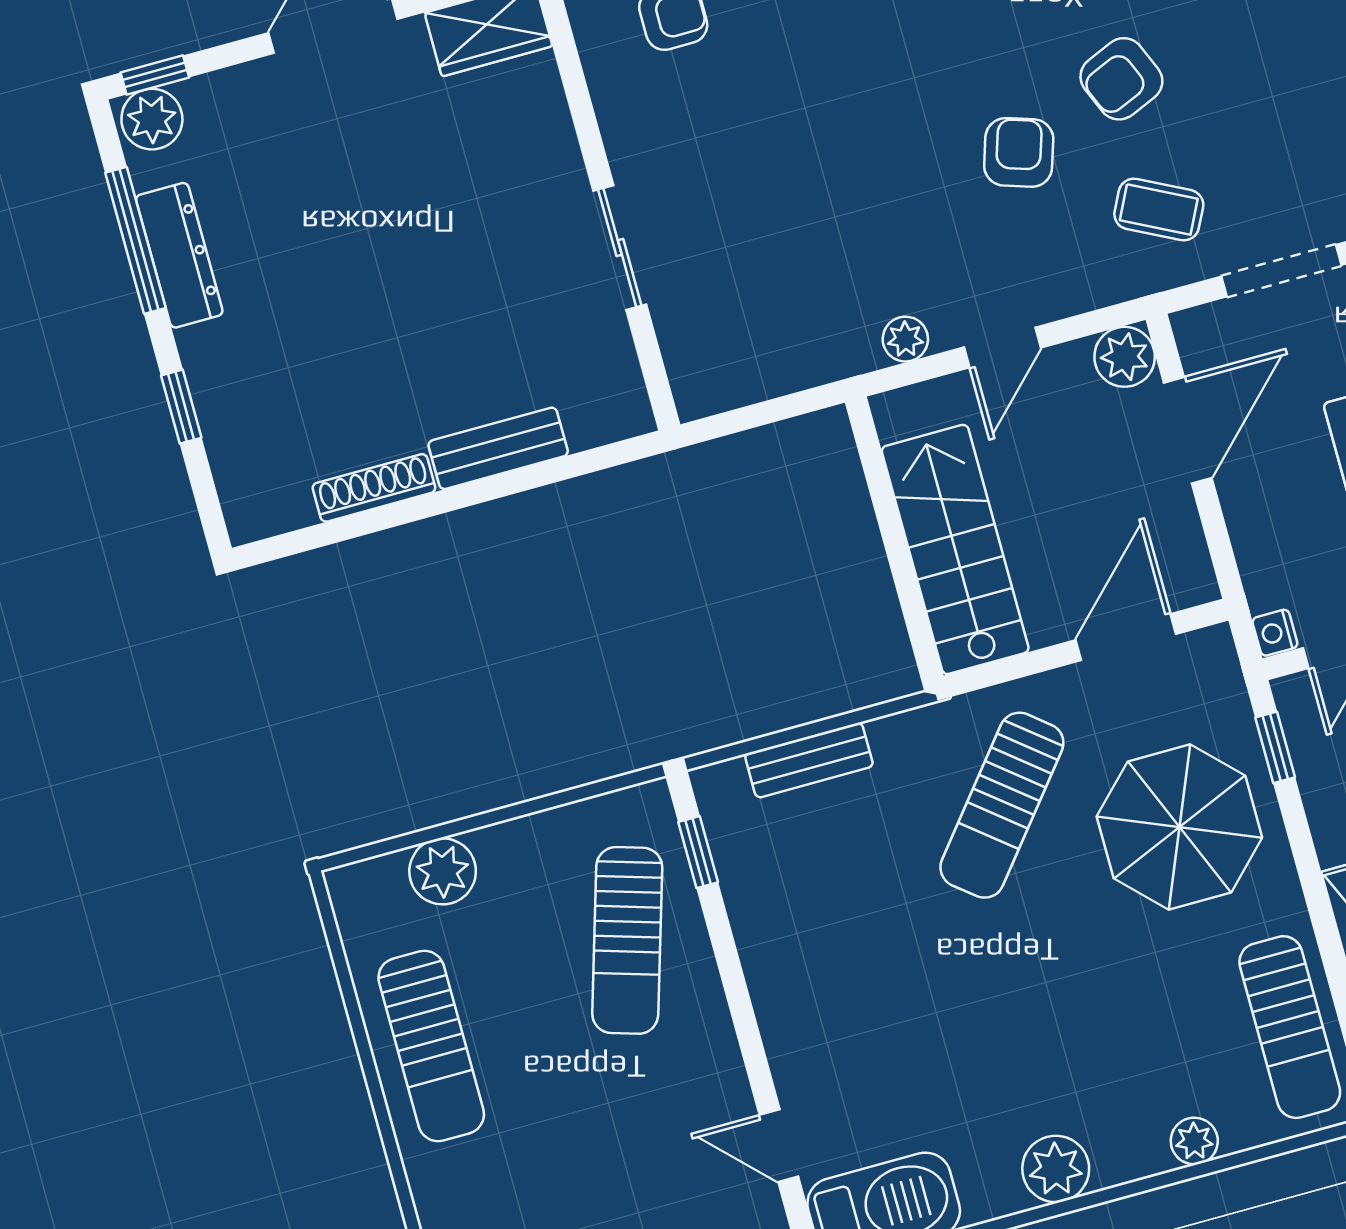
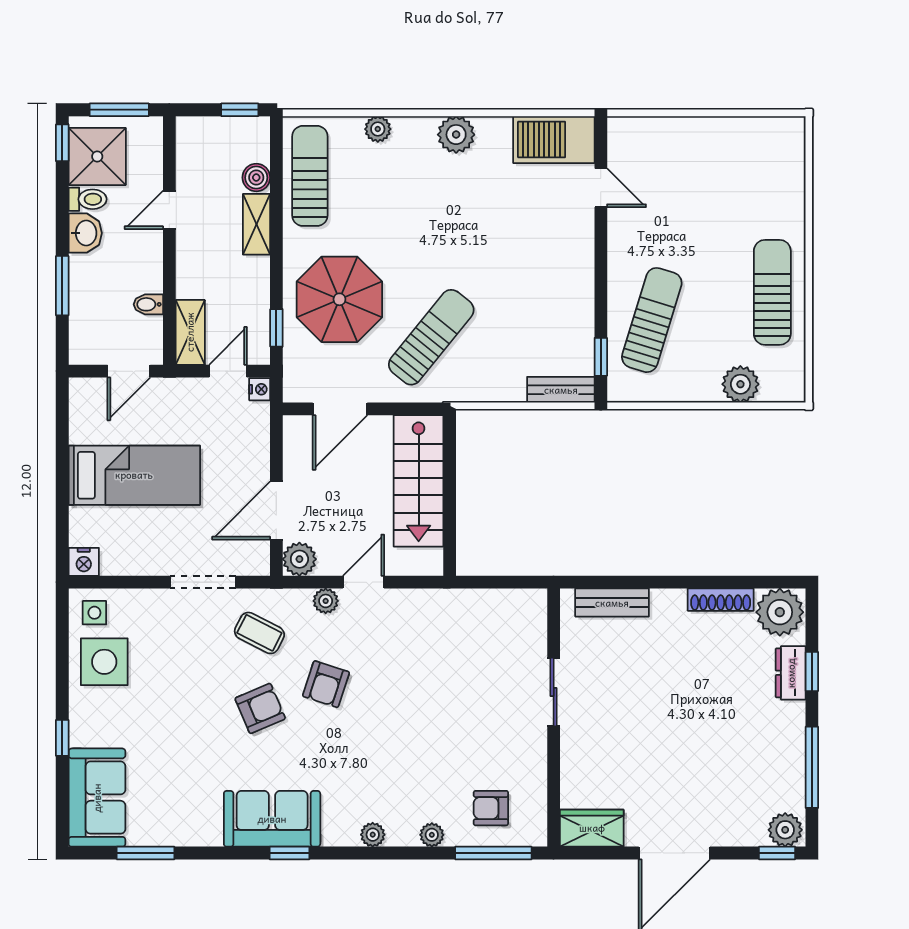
dresser: (179, 255) -> (791, 673), moved, width x0.70
plant: (905, 339) -> (326, 601), moved
bench: (498, 448) -> (612, 603), moved
plant: (265, 494) -> (780, 612), added
bench: (809, 760) -> (561, 390), moved

